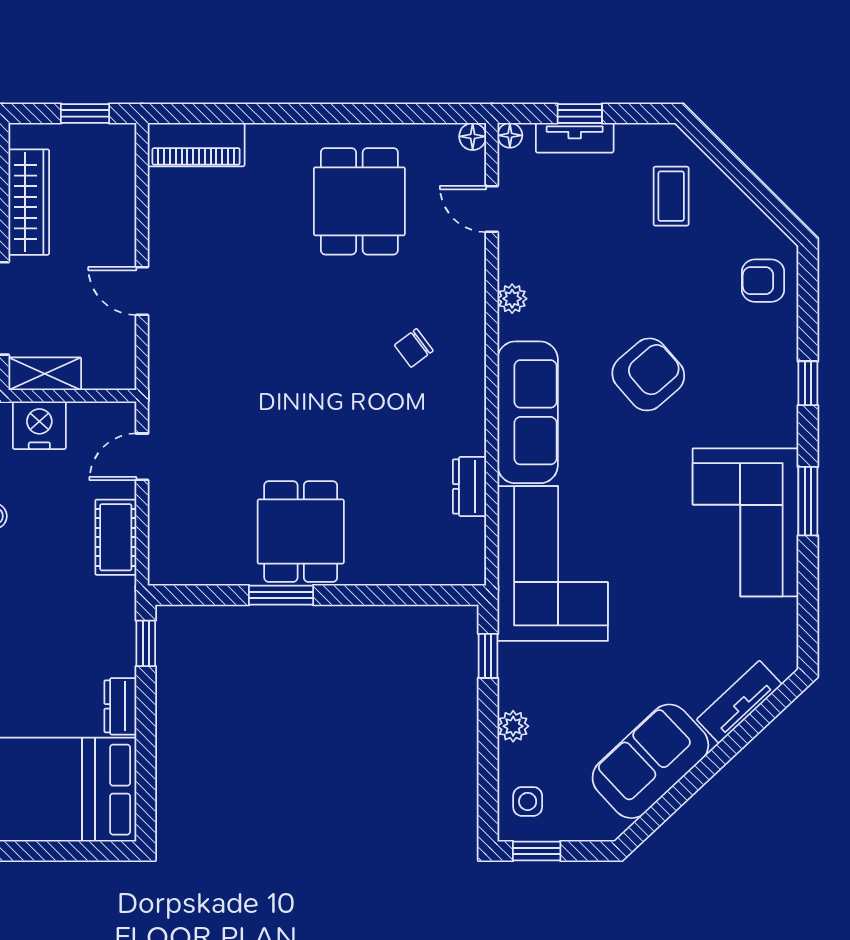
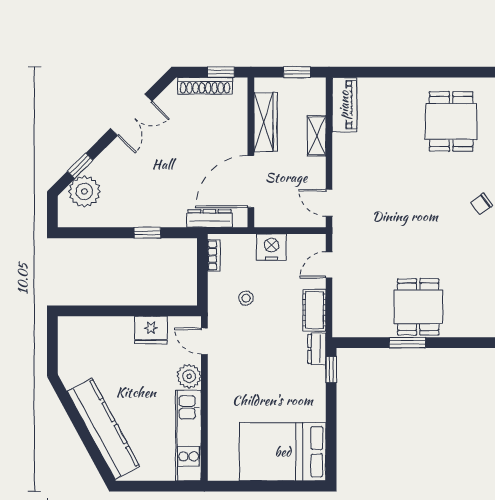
piano: (196, 145) -> (344, 105), moved, turned -90
door: (142, 291) -> (329, 203), moved
shelving: (45, 374) -> (317, 136), moved, turned 90
dresser: (120, 706) -> (317, 349), moved

